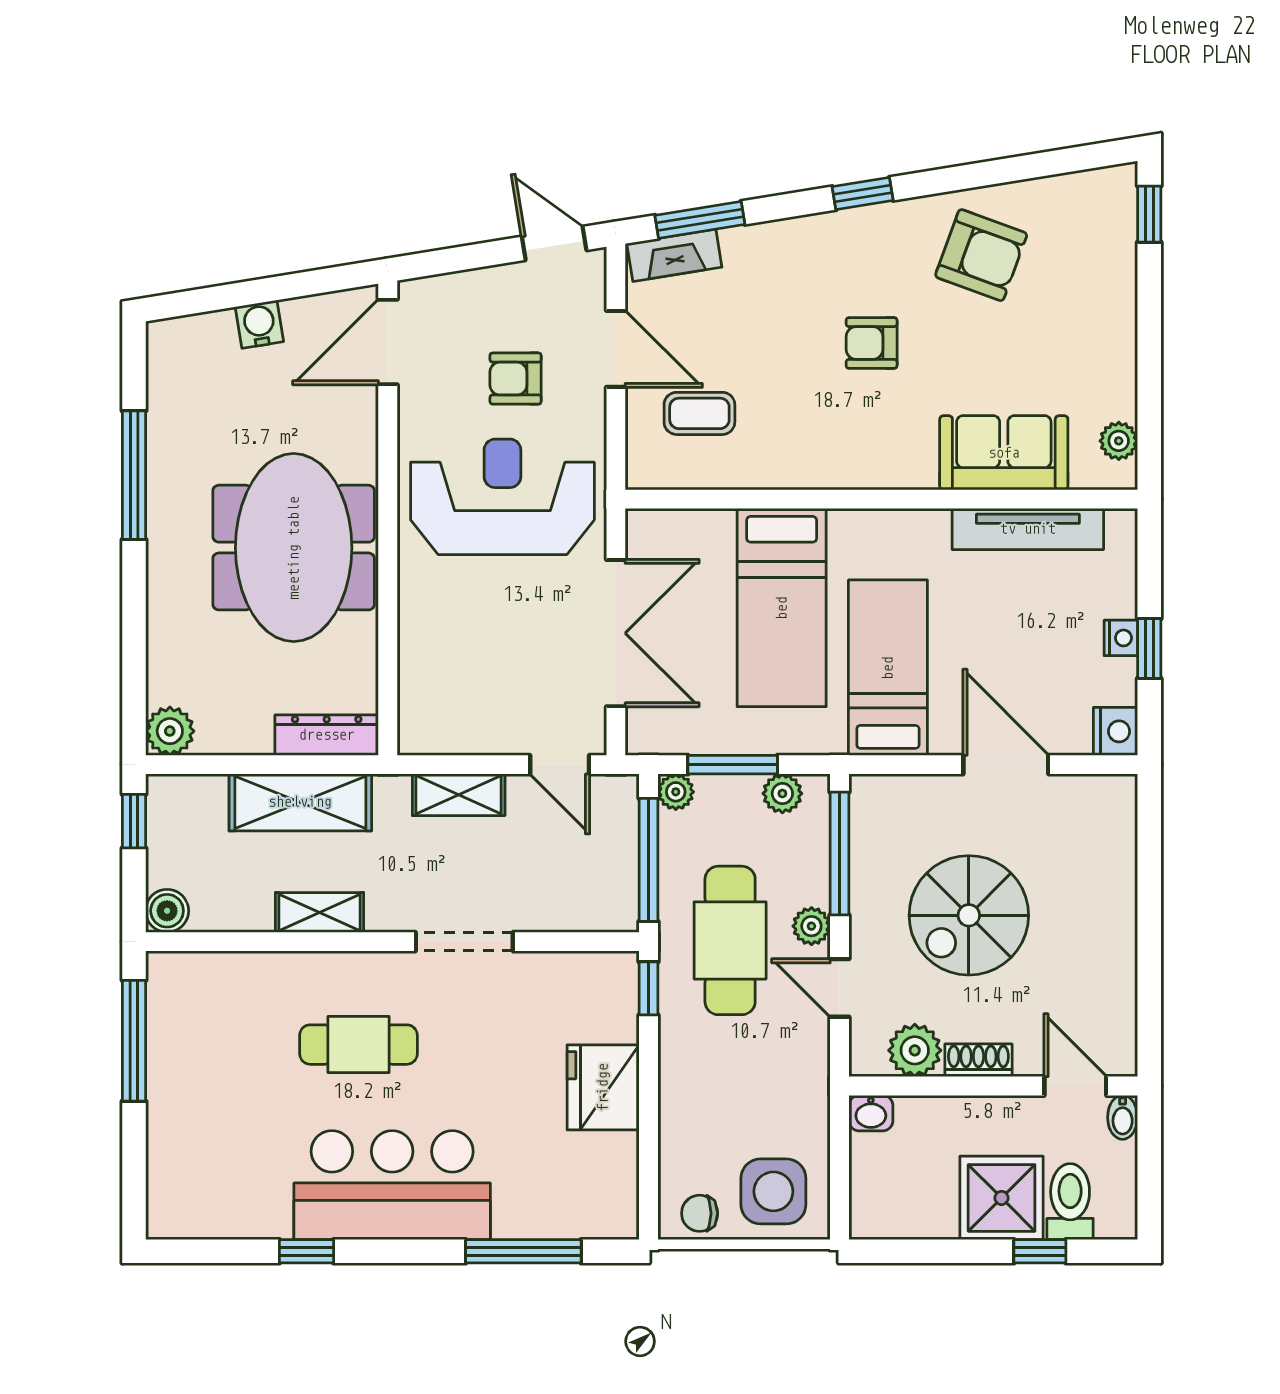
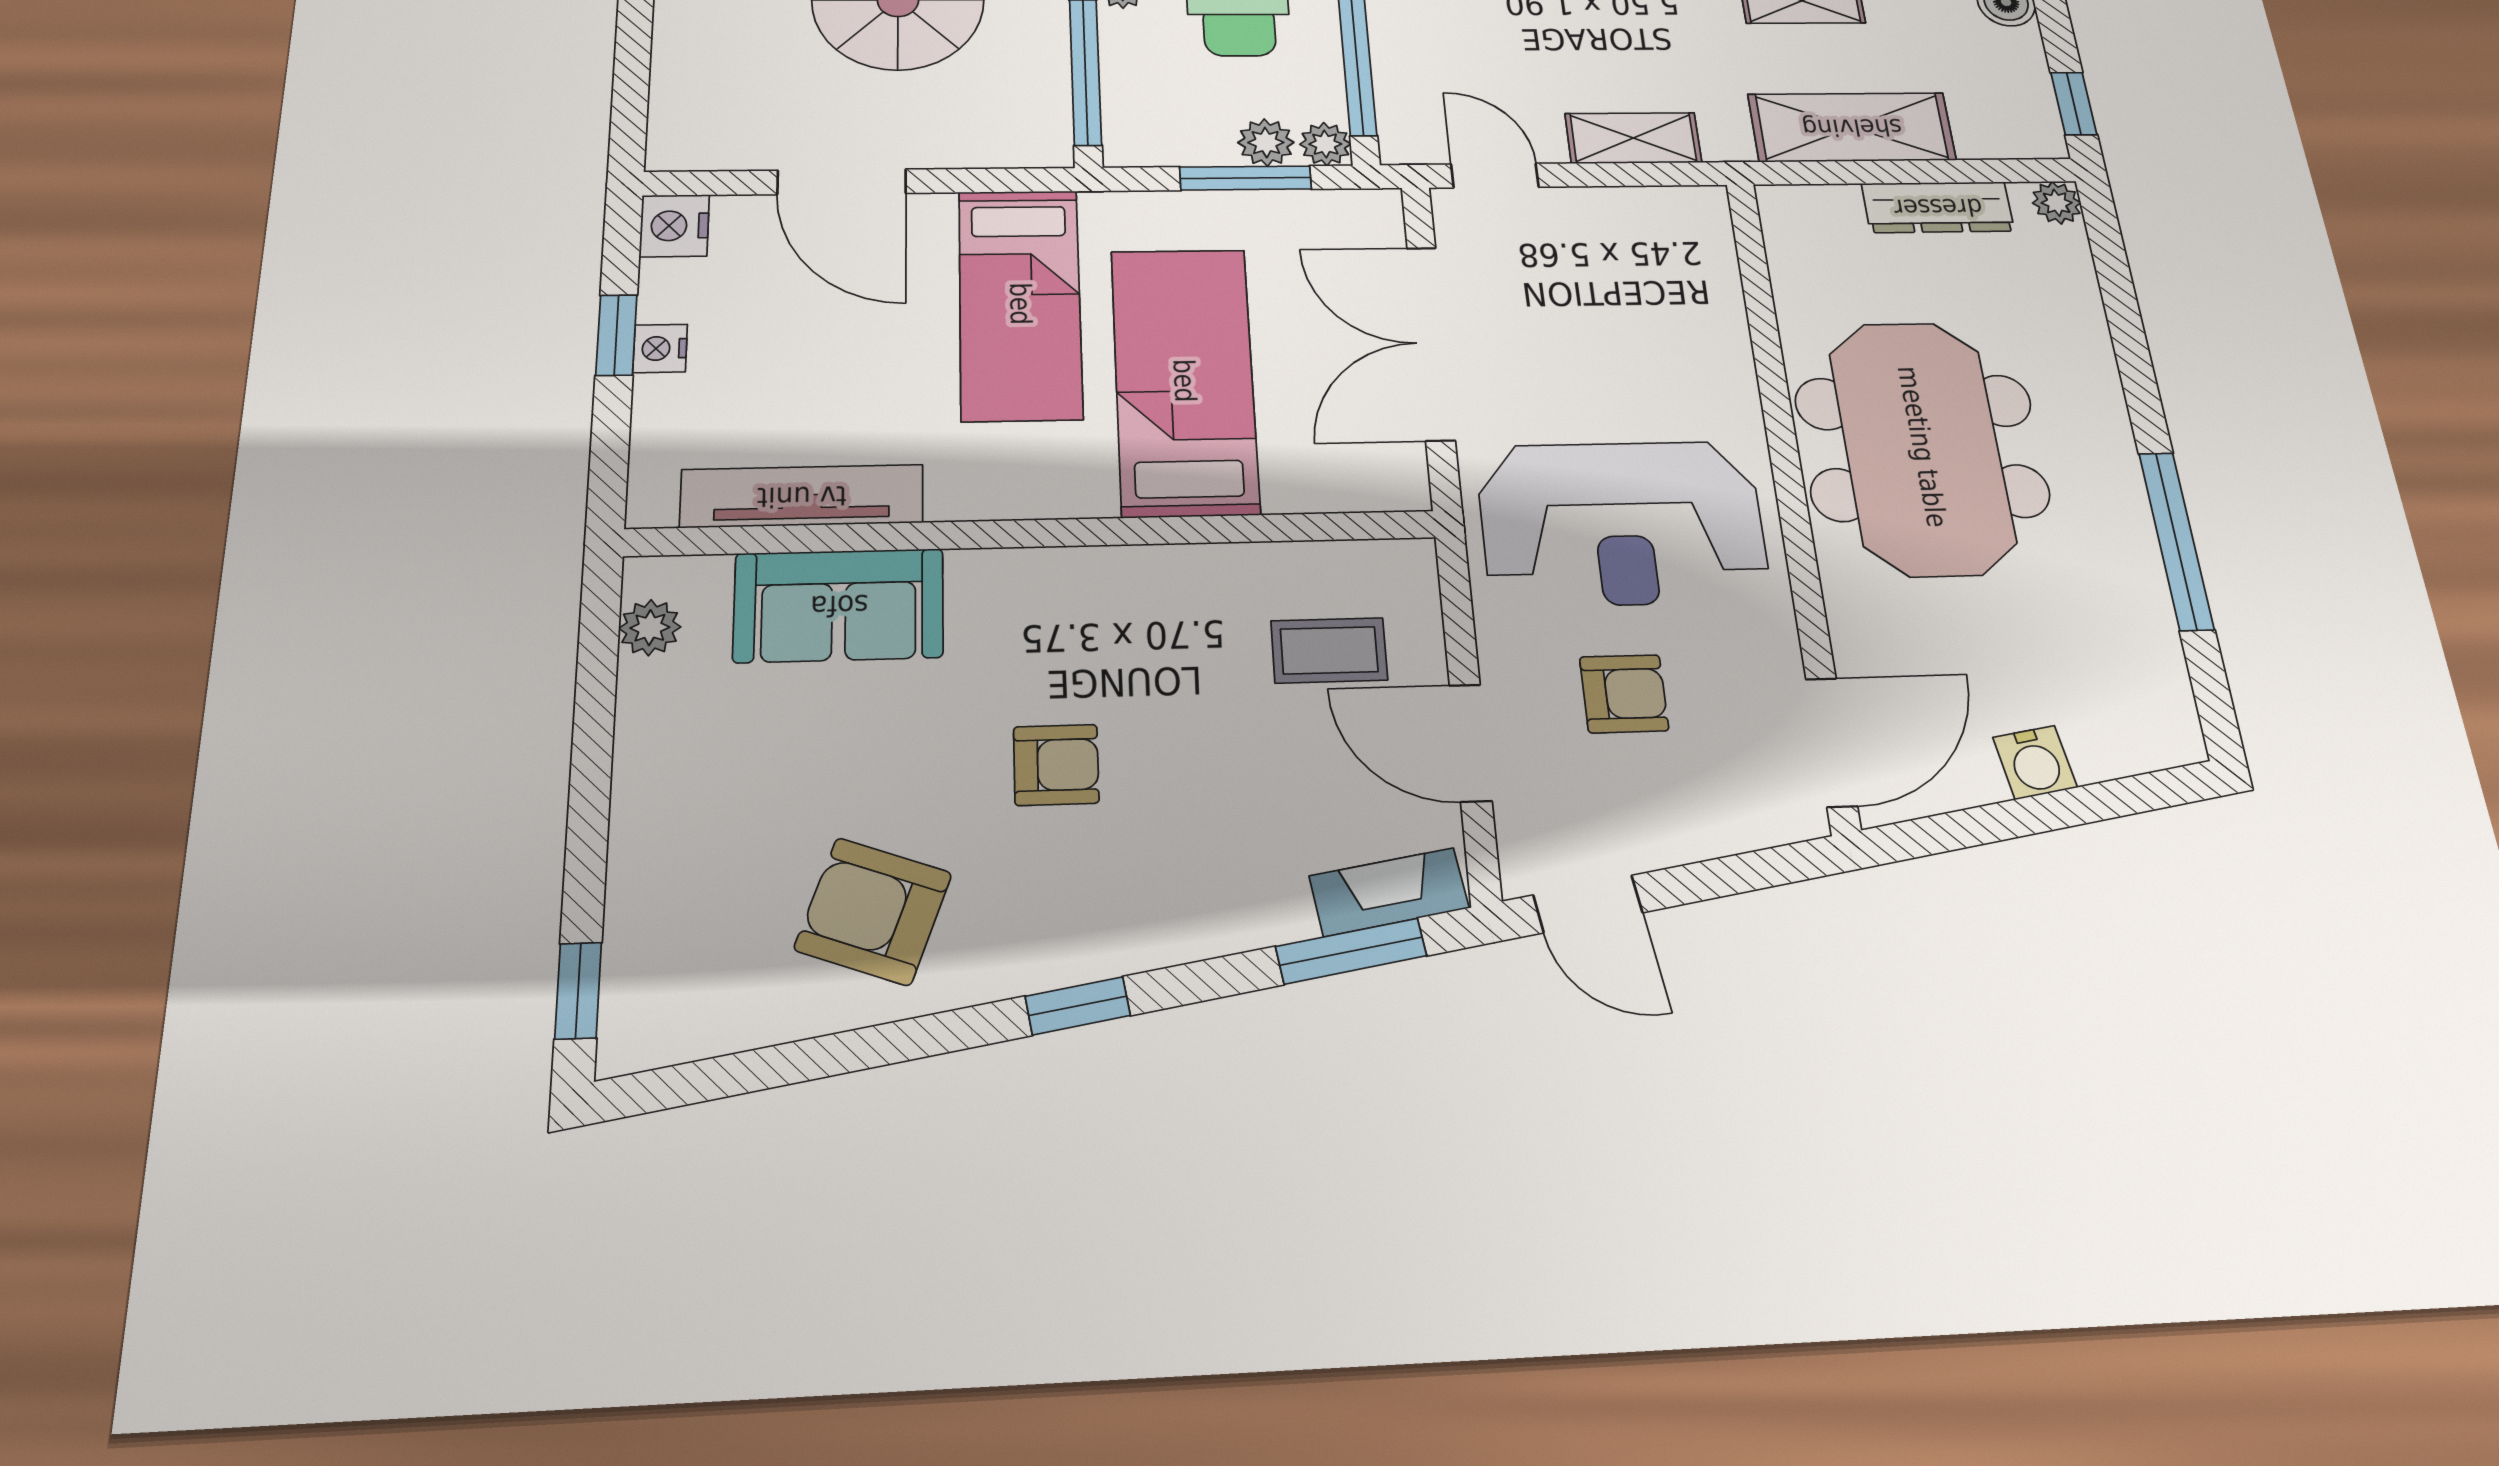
plant: (170, 731) -> (2057, 203), width x0.73, depth x0.73
dresser: (327, 735) -> (1938, 207), moved
plant: (782, 794) -> (1266, 143), moved

